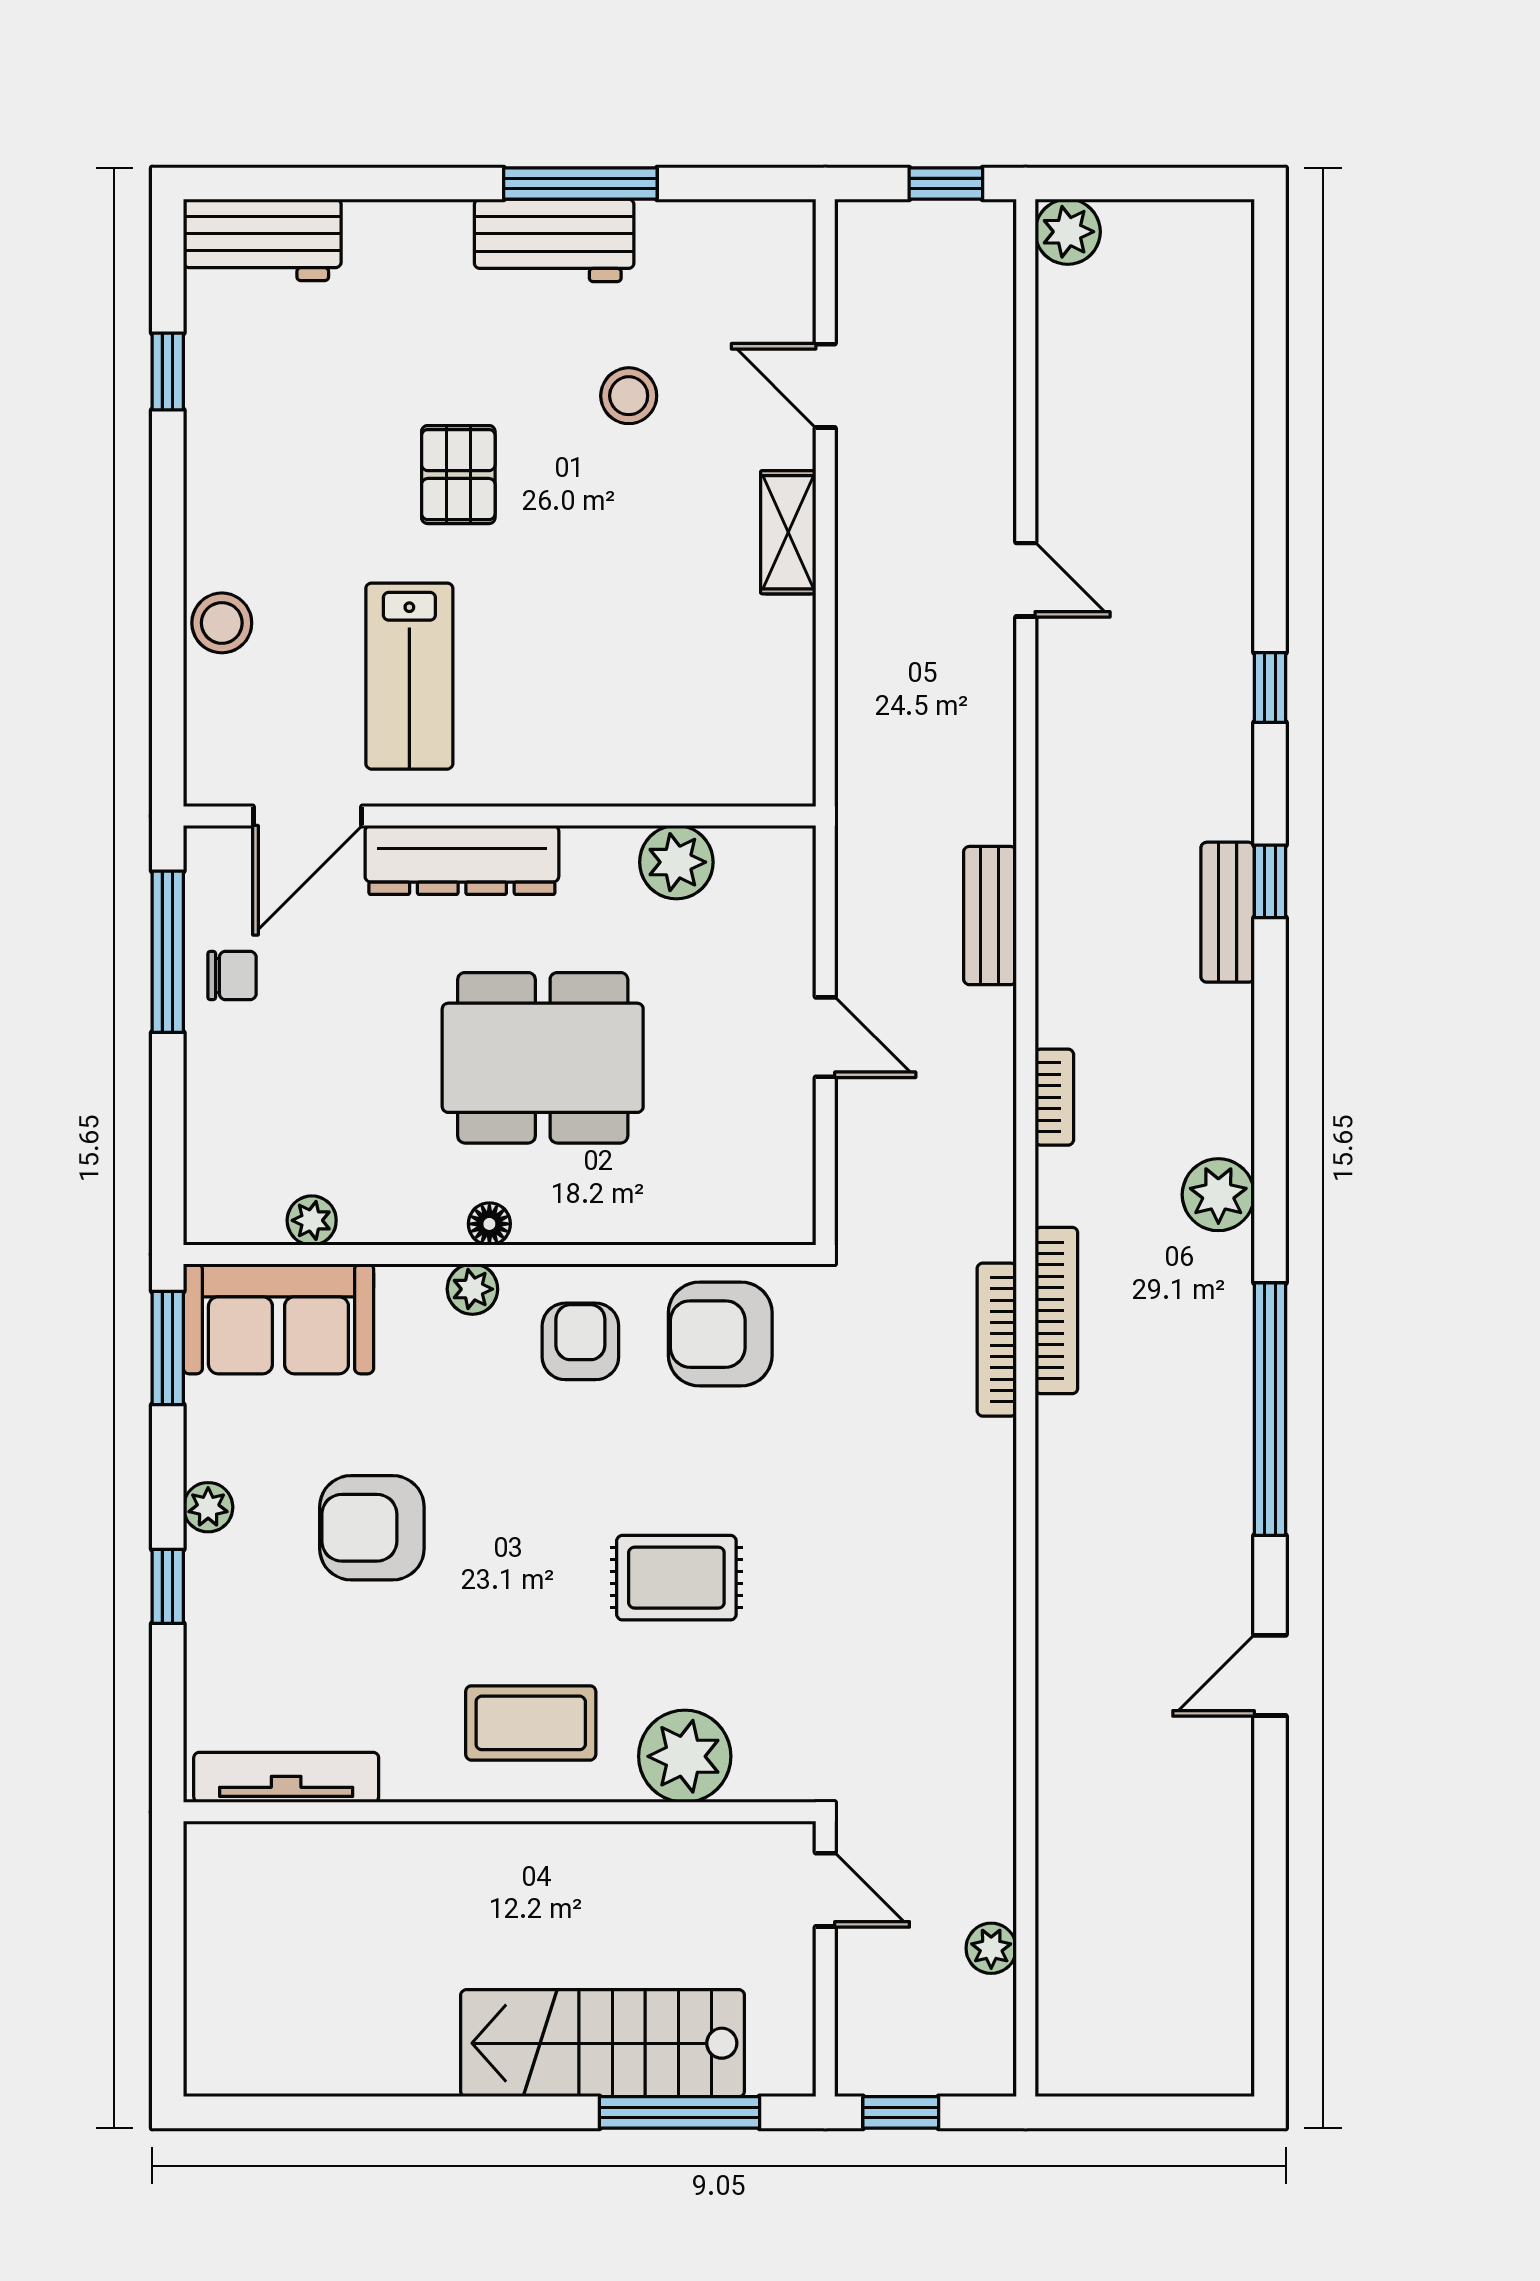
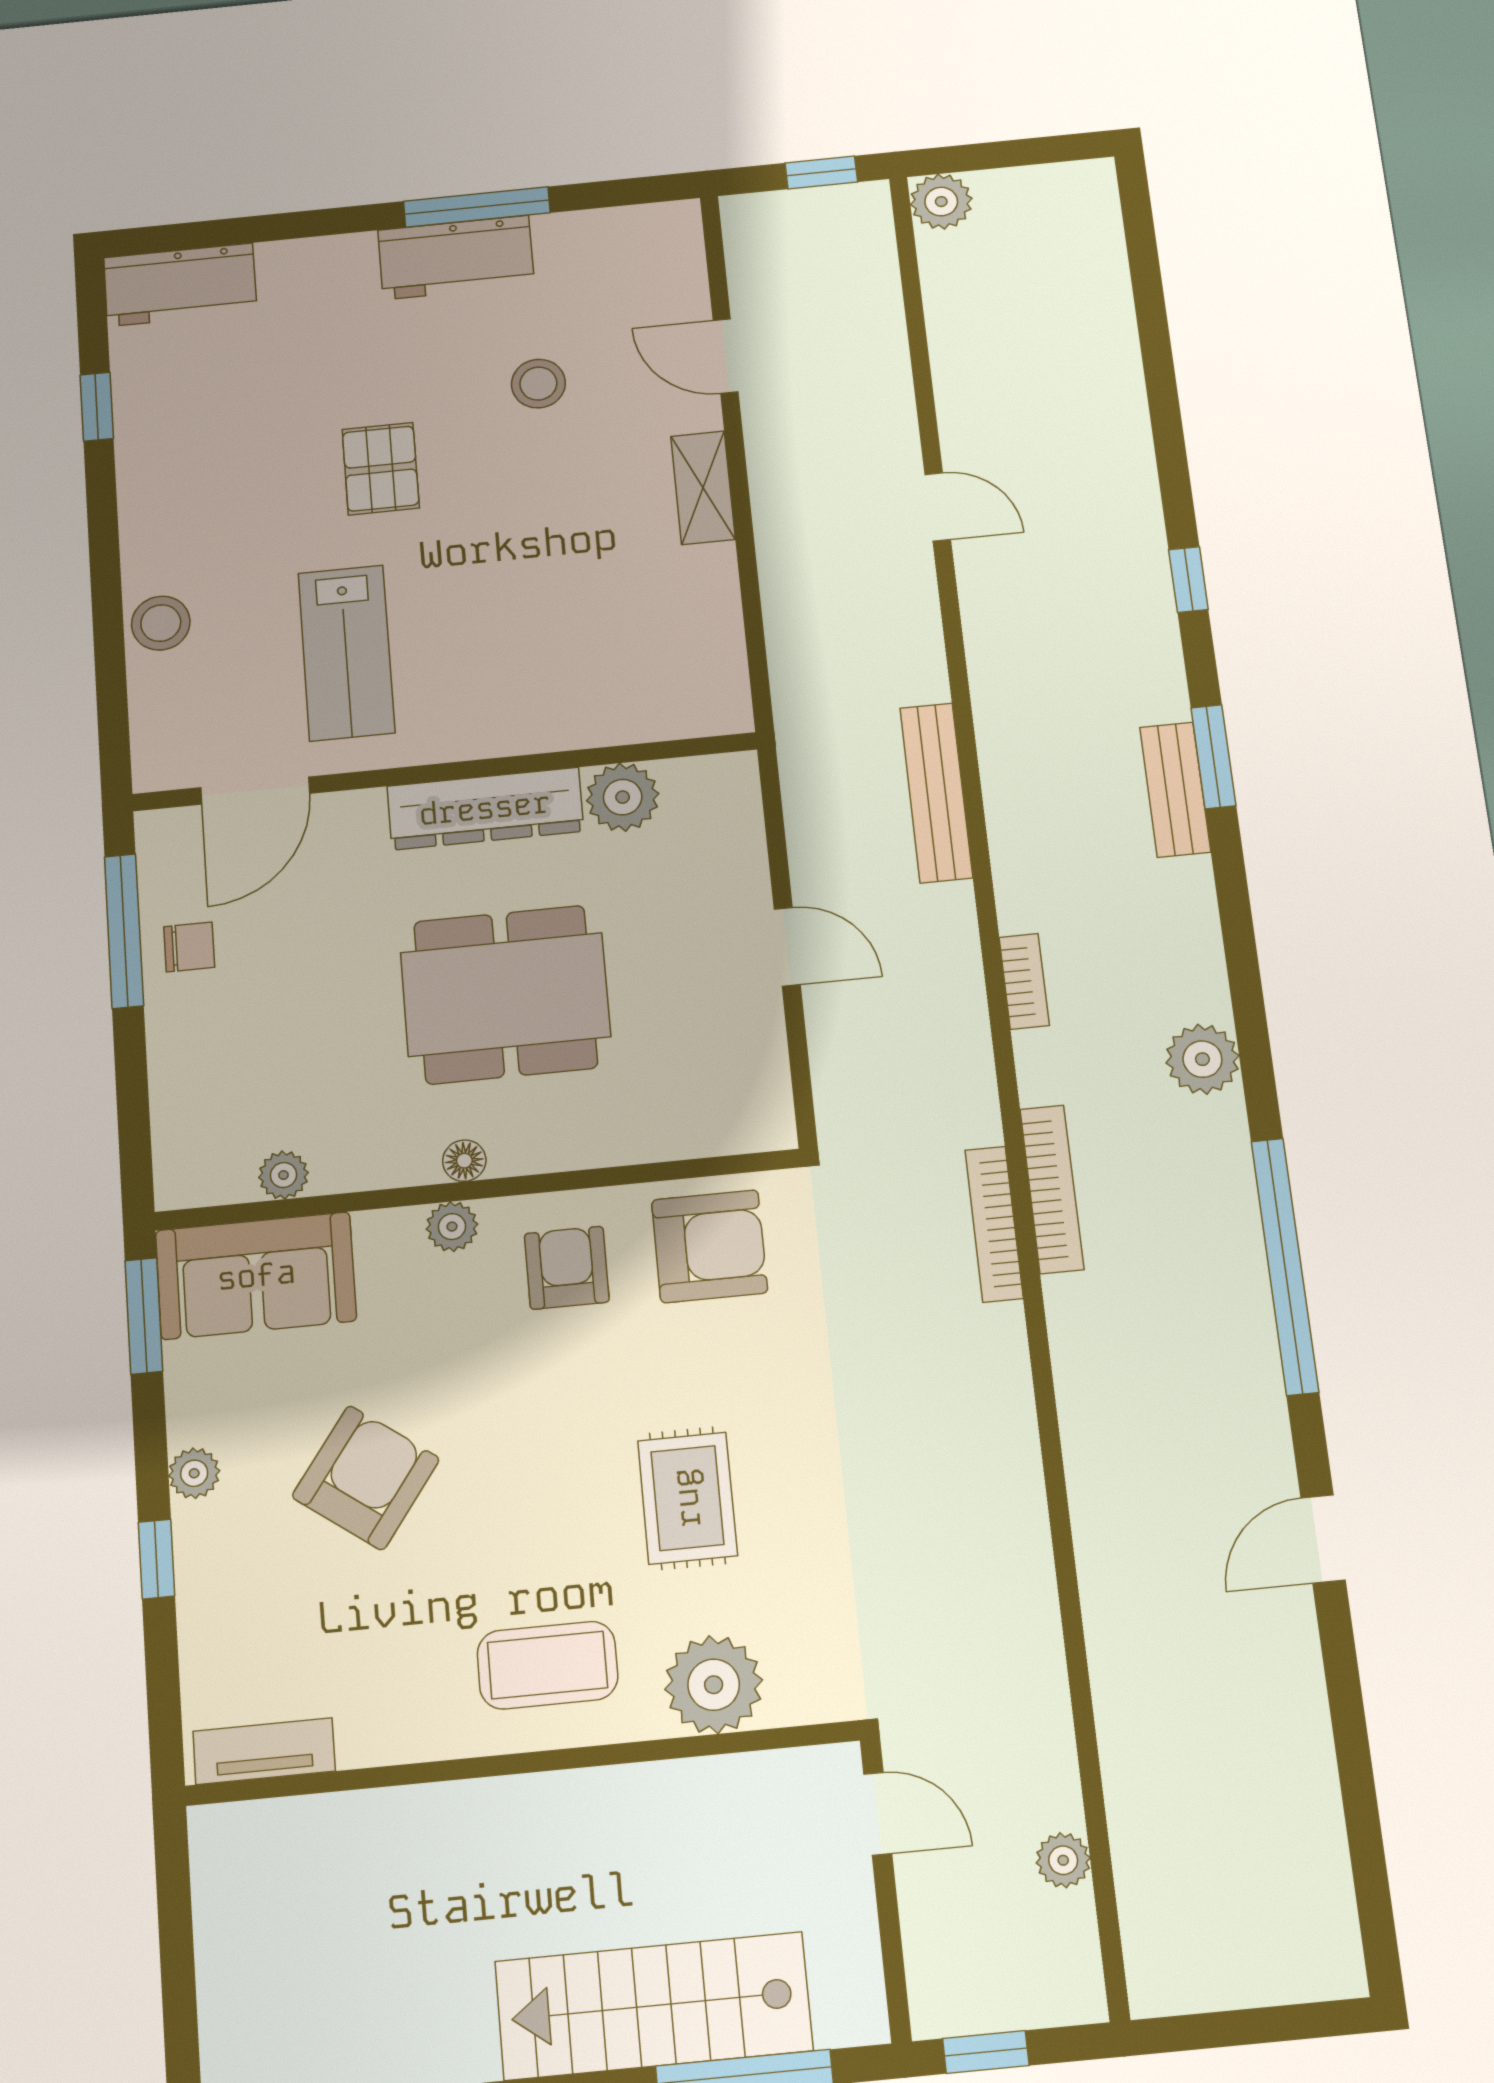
dresser: (462, 860) -> (485, 809), moved
window: (1270, 881) -> (1213, 757), width x1.50
bench: (990, 916) -> (936, 793), width x1.36
armchair: (720, 1334) -> (709, 1246), turned 180
armchair: (372, 1528) -> (366, 1478), turned 126
rug: (676, 1578) -> (687, 1498), turned 90
tv unit: (286, 1777) -> (264, 1751), width x0.71

